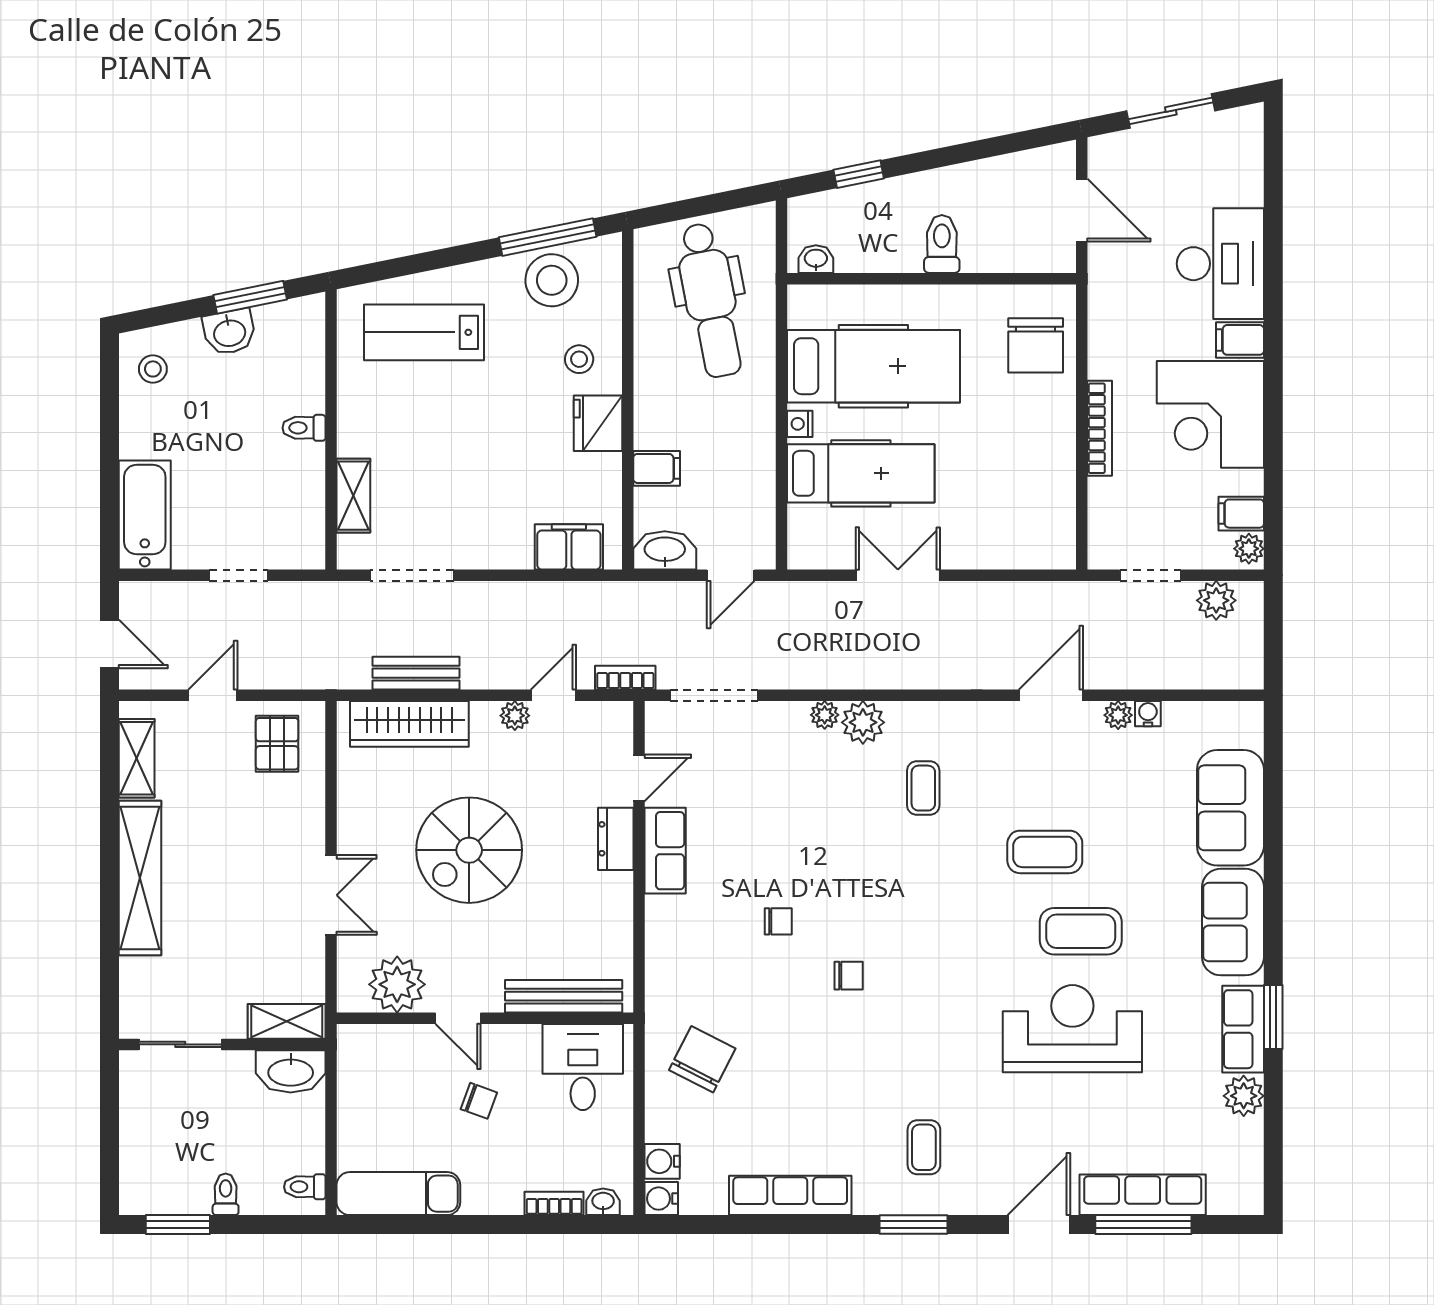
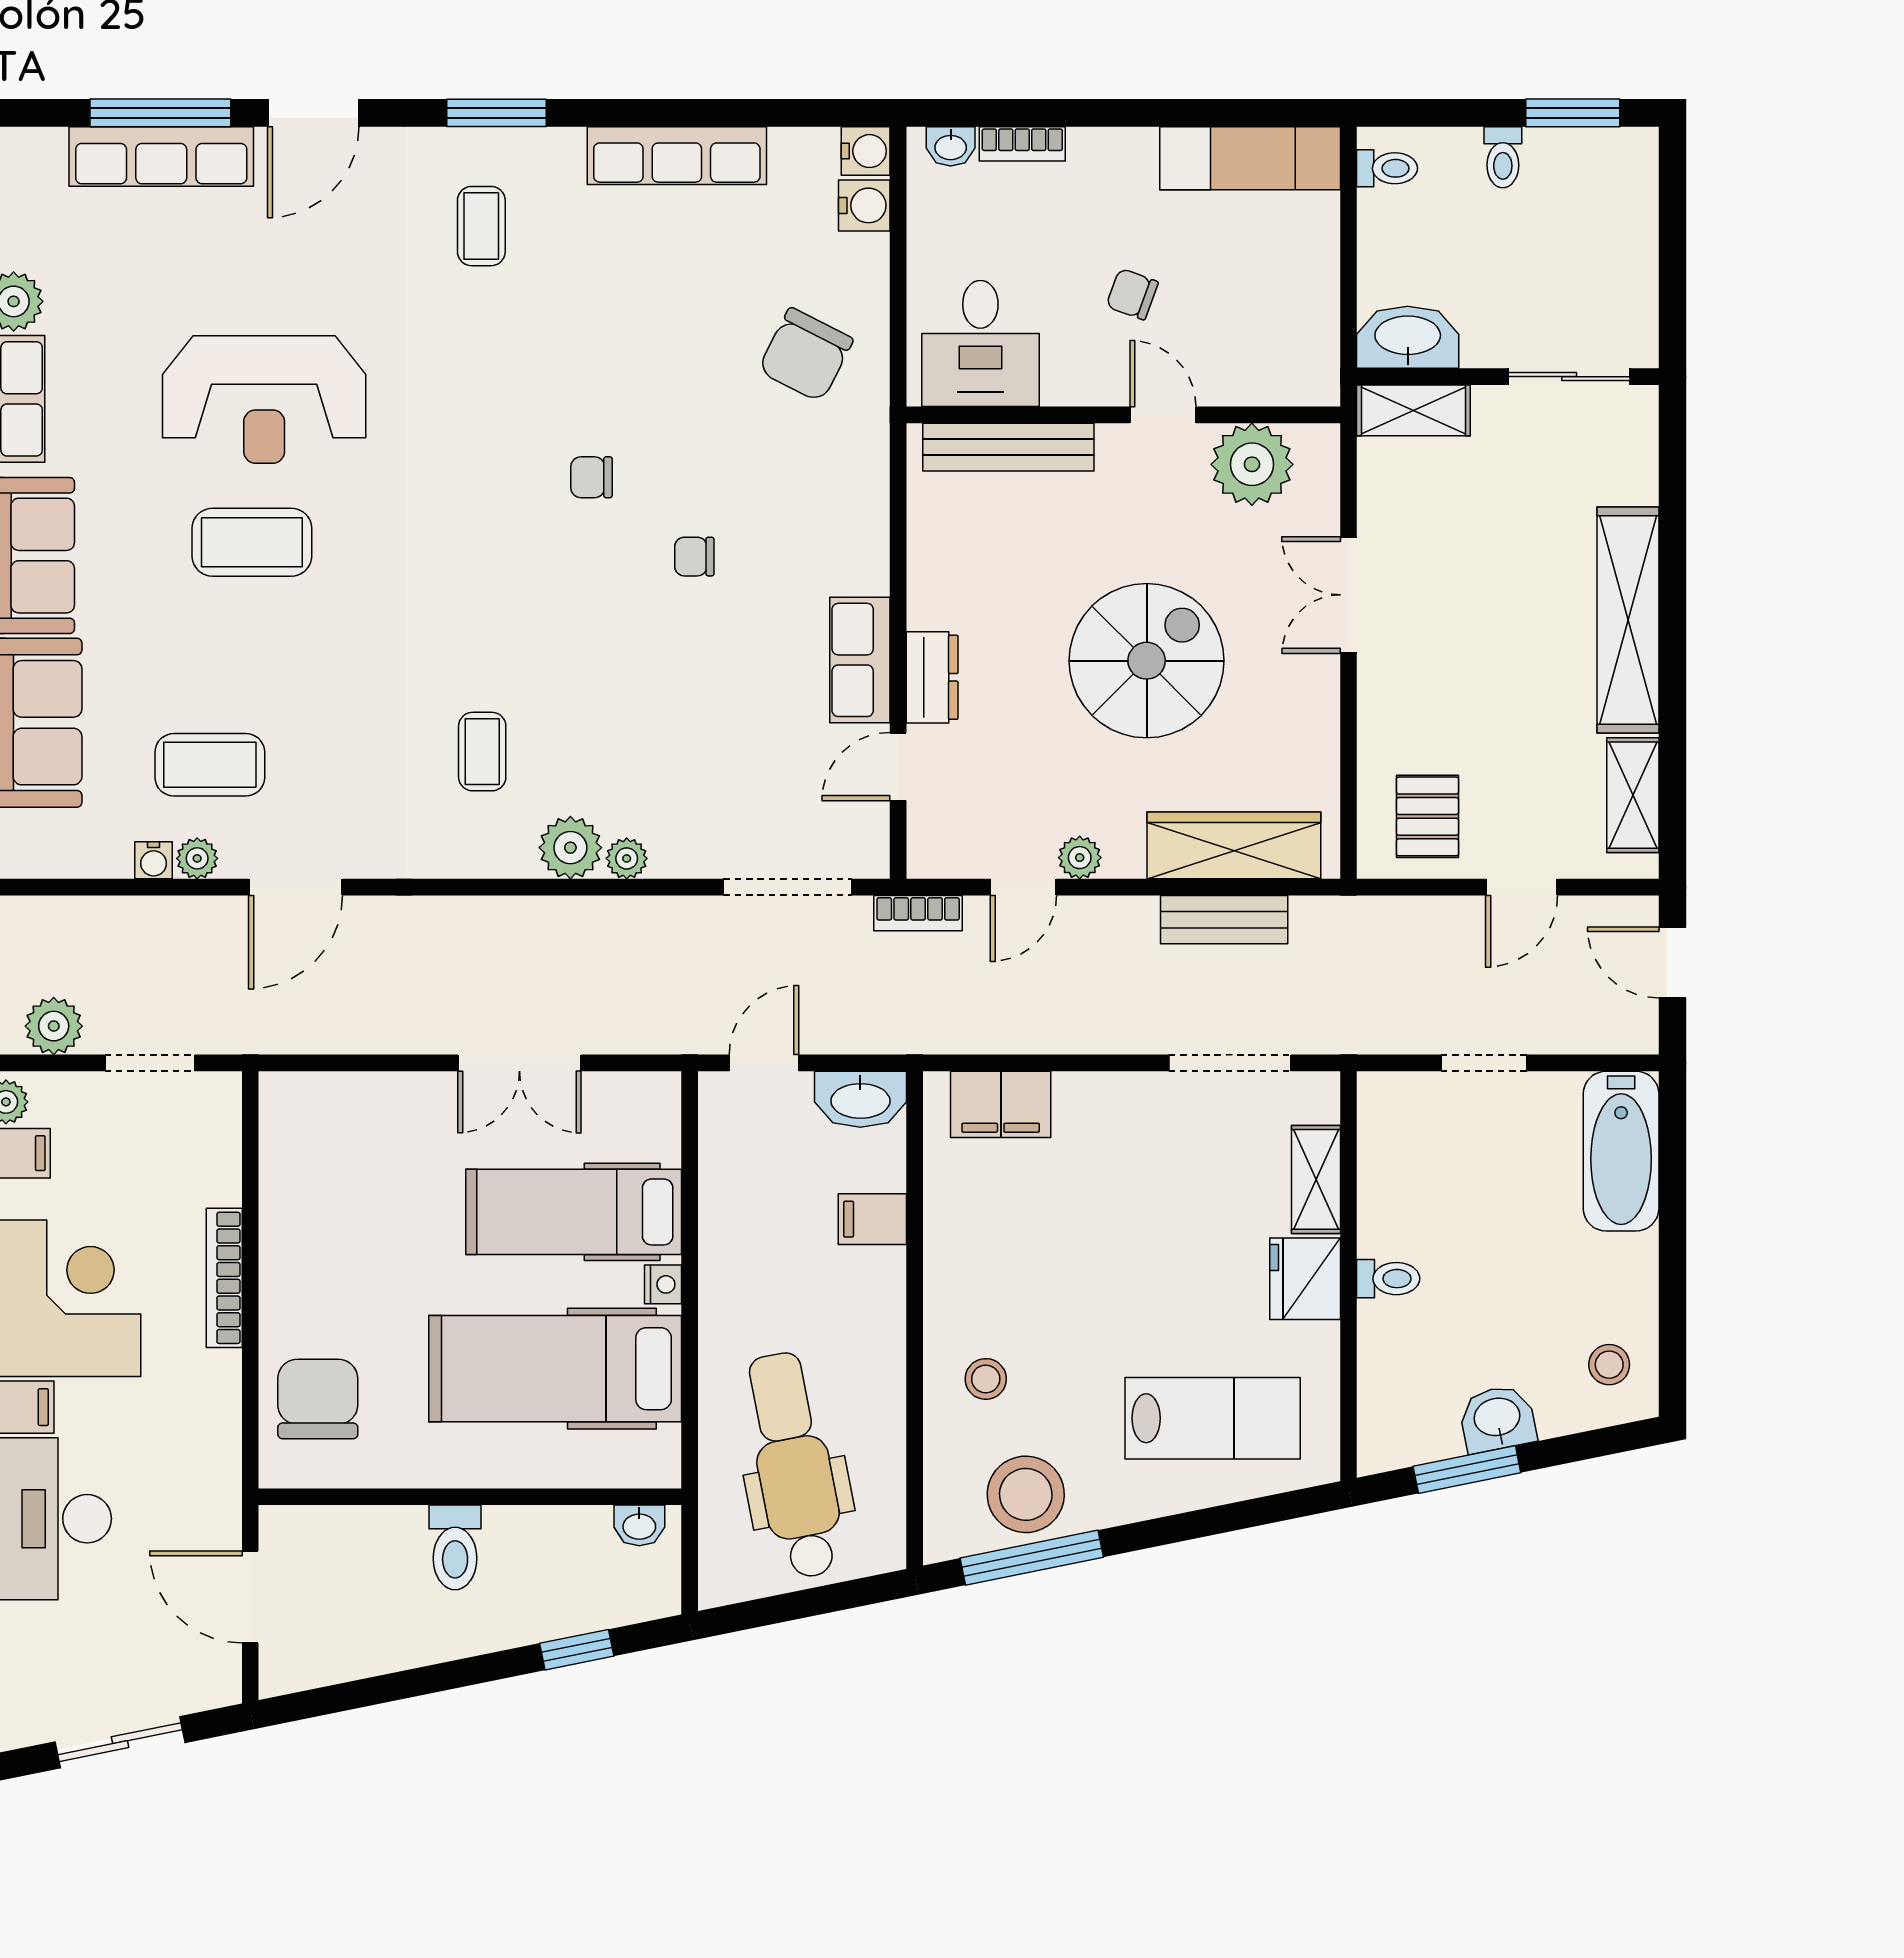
fridge: (598, 423) -> (1305, 1279), moved, turned 180
coffee table: (1045, 852) -> (210, 765), moved

